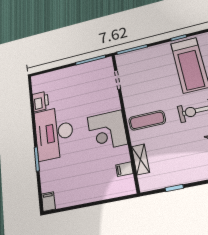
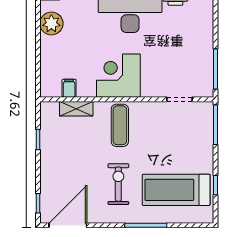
plant: (73, 195) -> (51, 23), added

